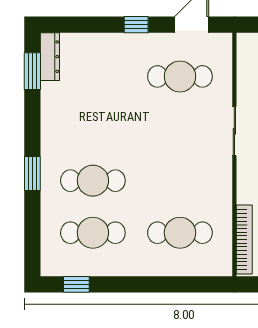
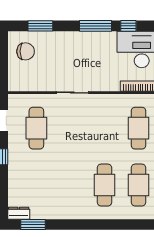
dresser: (50, 57) -> (19, 213), width x0.70
window: (32, 174) -> (100, 225), removed

